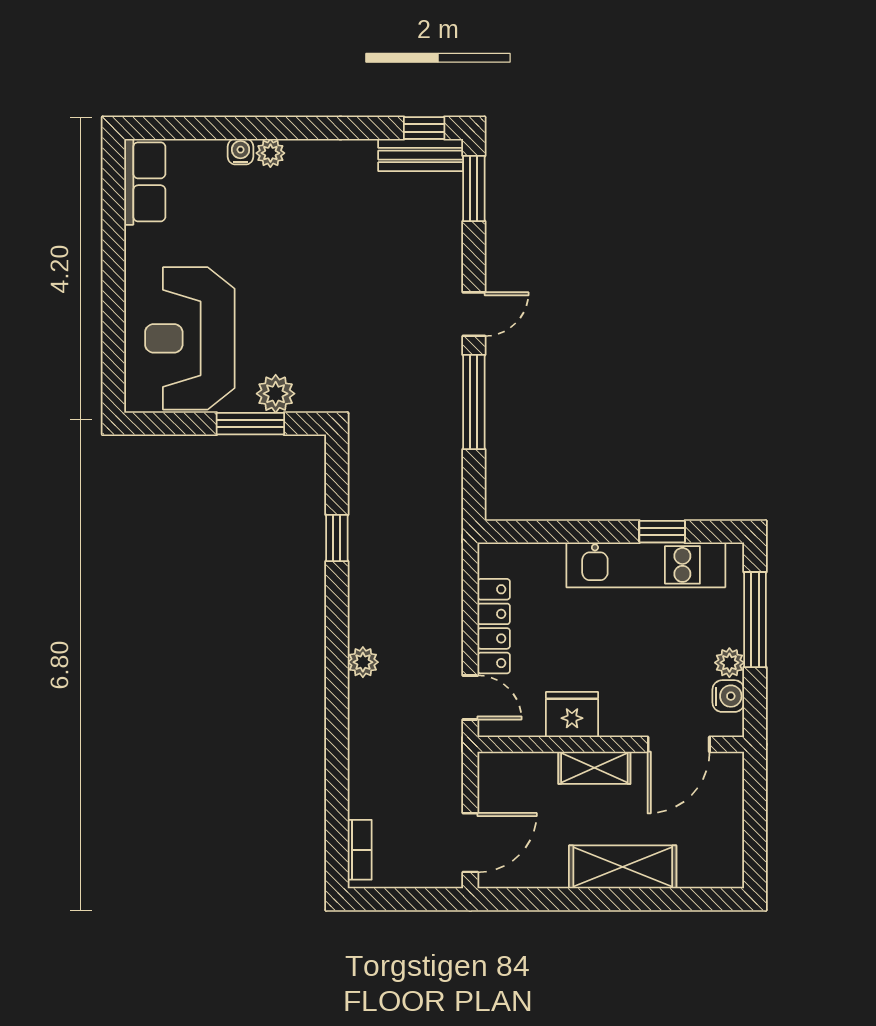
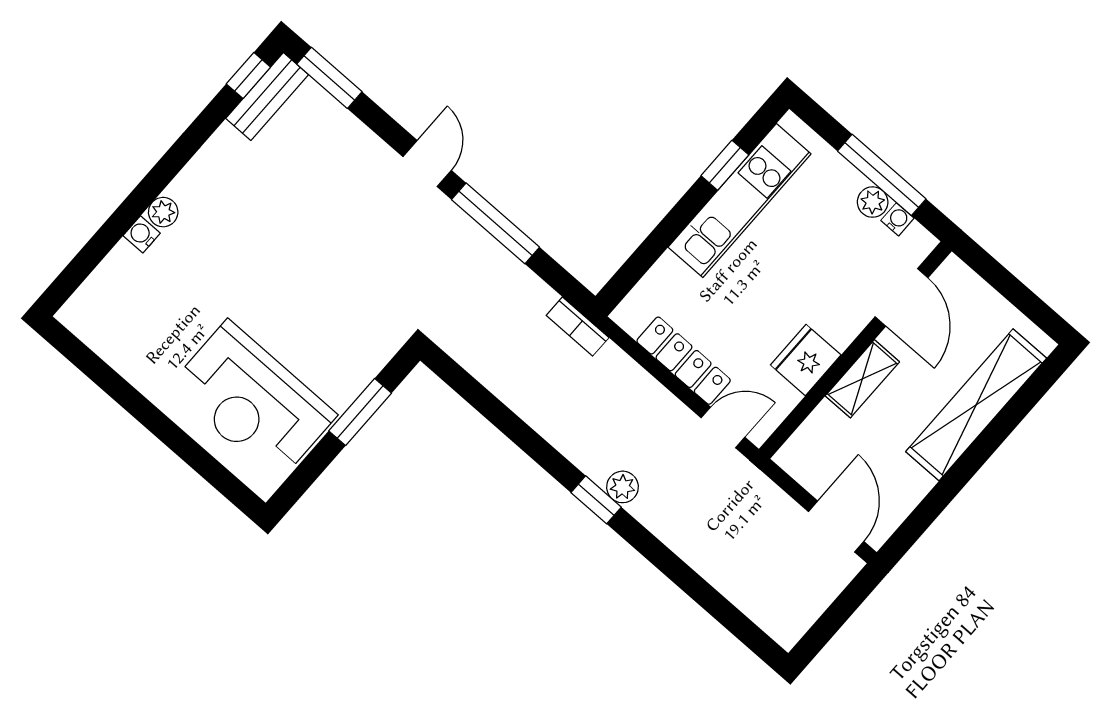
row of seats: (145, 182) -> (100, 329), removed
plant: (276, 394) -> (354, 372), removed
window: (337, 538) -> (596, 500), moved
window: (755, 620) -> (882, 175), moved
water cooler: (728, 696) -> (897, 219), width x0.72, depth x0.72
bookcase: (360, 850) -> (578, 327), moved, turned 180
shelving: (623, 867) -> (976, 405), width x1.47

